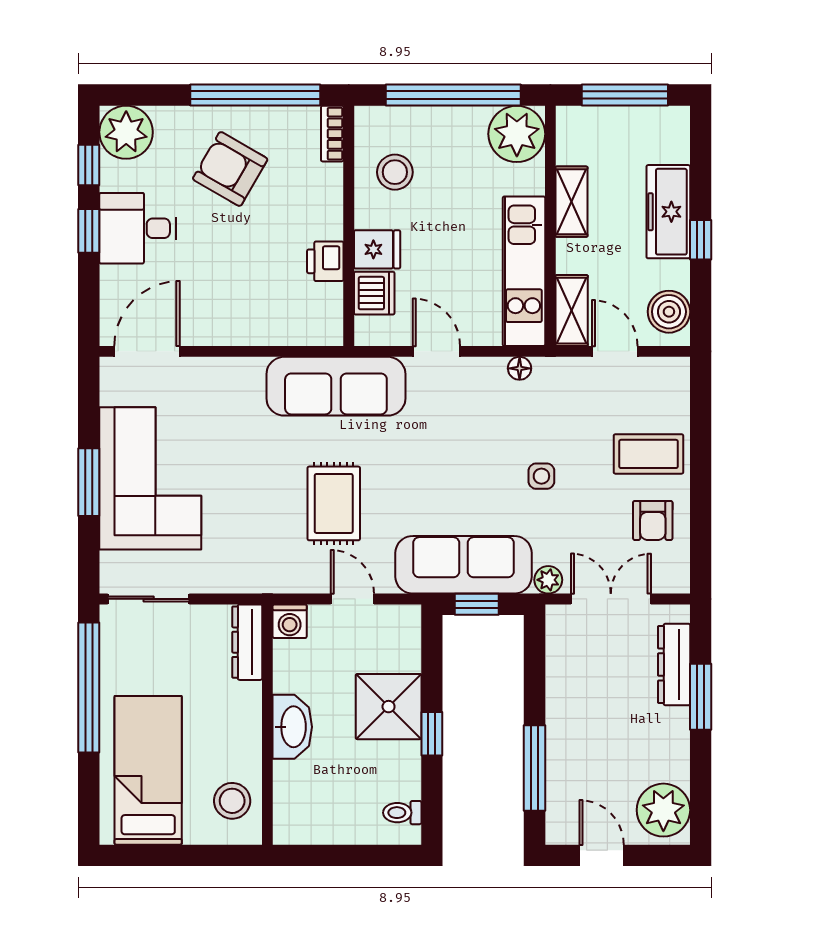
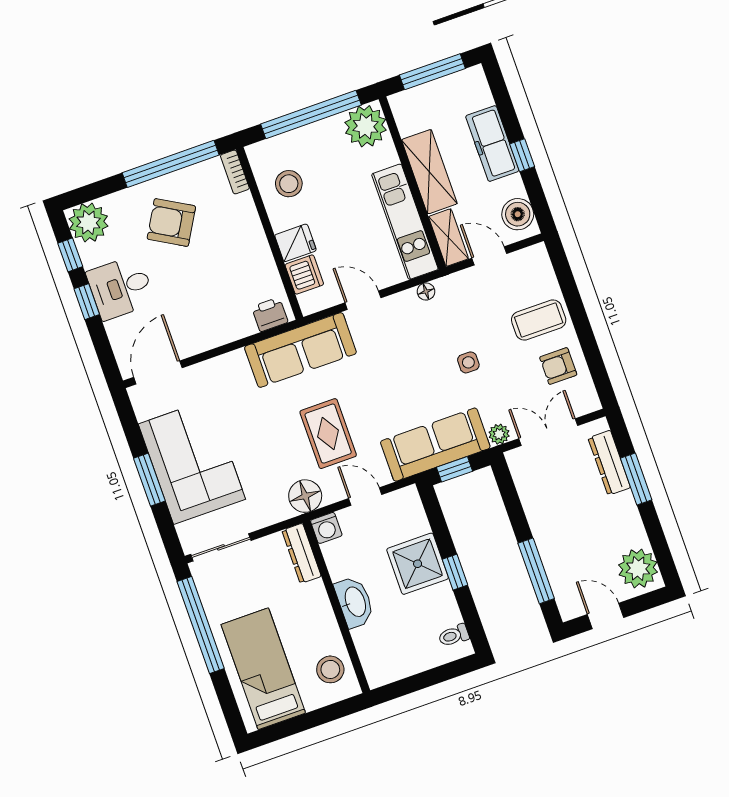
shelving: (571, 202) -> (429, 172), width x1.50, depth x1.33
printer: (325, 261) -> (270, 314), moved, turned 90
armchair: (653, 520) -> (558, 366), turned 90
floor lamp: (277, 572) -> (305, 496), added

